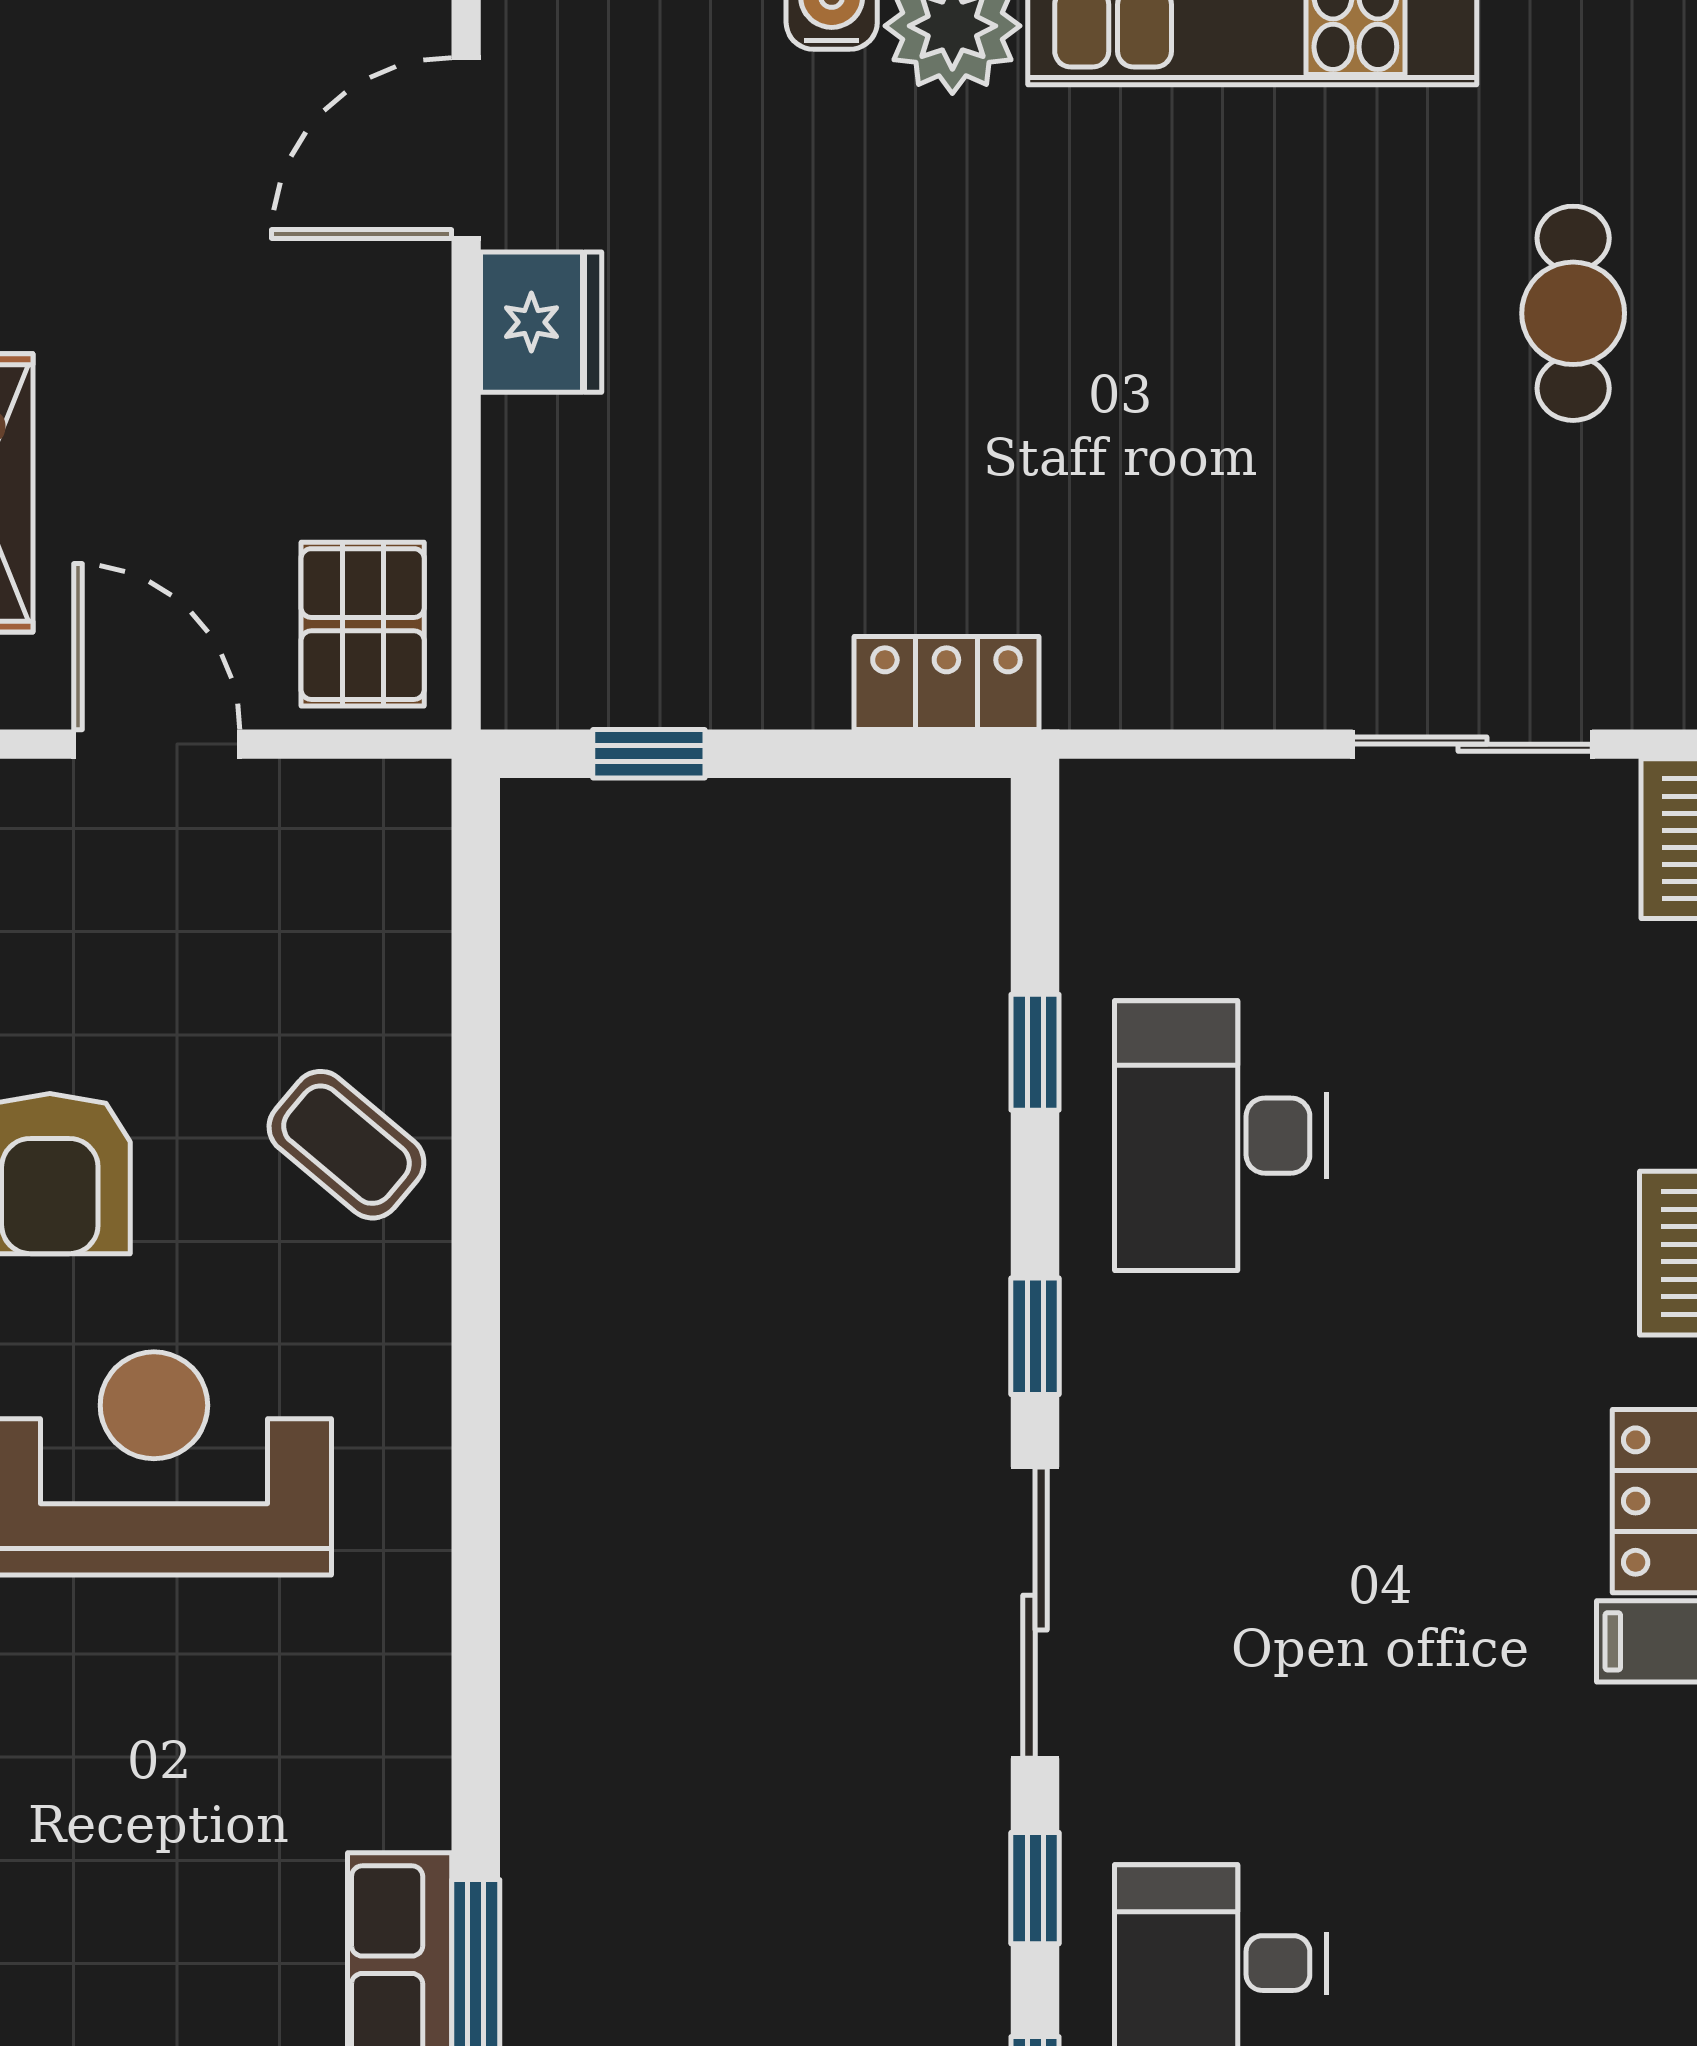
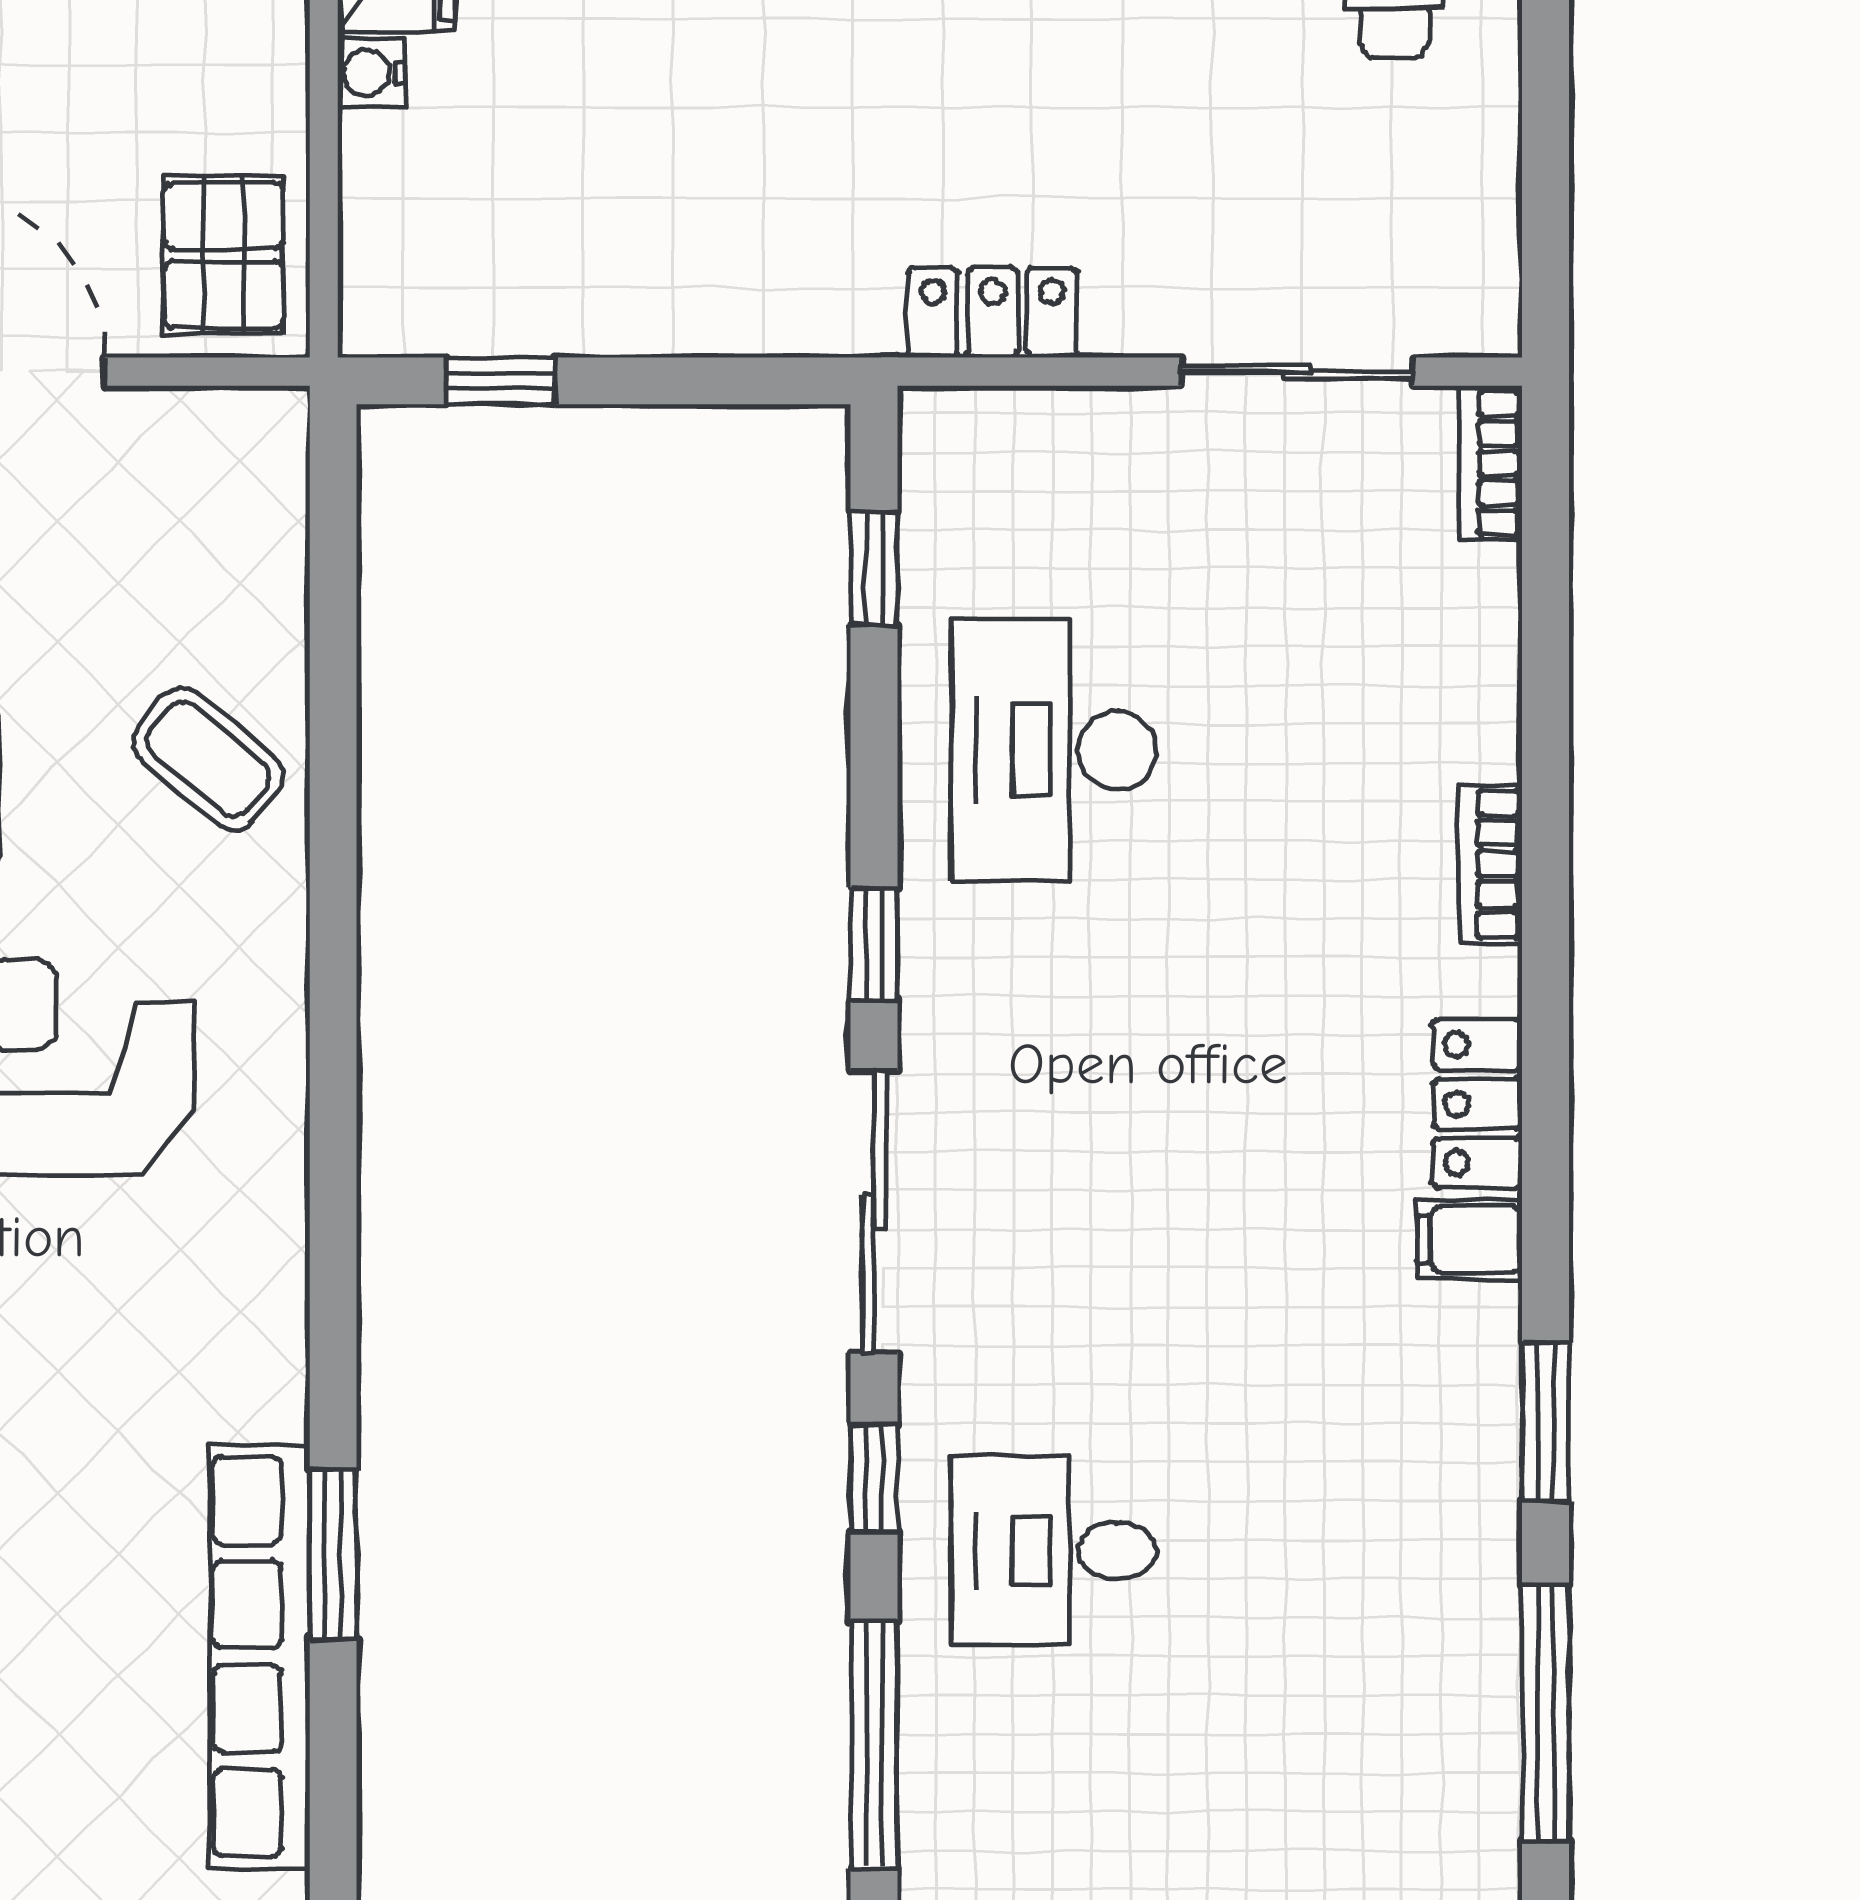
water cooler: (516, 435) -> (372, 73), added
locker: (946, 683) -> (992, 313), moved
window: (1035, 1052) -> (874, 568), moved

